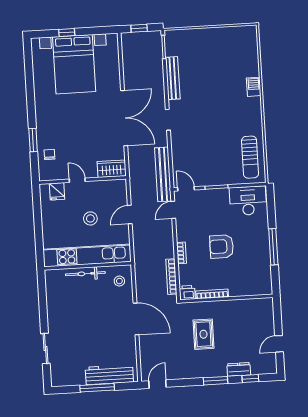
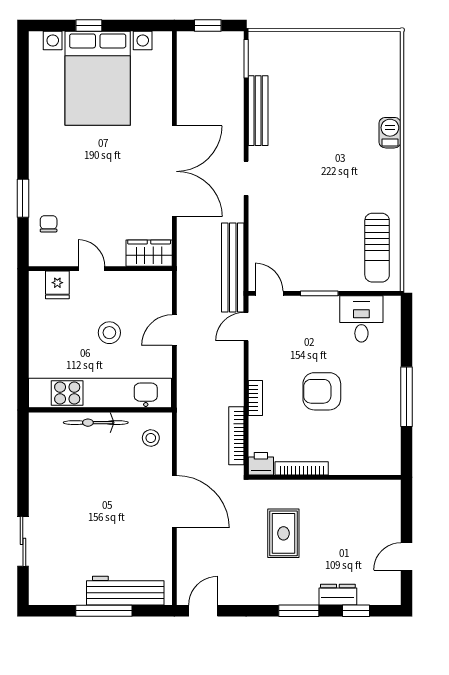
desk: (248, 201) -> (361, 319), width x0.73

